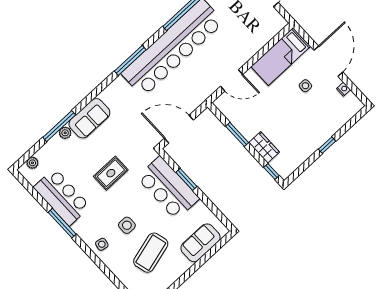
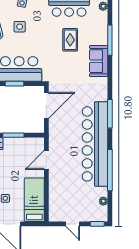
plant: (65, 133) -> (103, 40), removed
rug: (111, 173) -> (70, 40), moved

